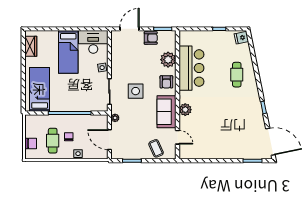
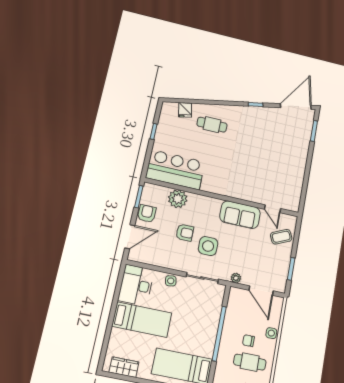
door: (130, 29) -> (130, 237), swing flipped
fridge: (241, 38) -> (185, 110), moved
bar counter: (191, 68) -> (175, 170), moved
armchair: (166, 82) -> (185, 233), moved
plant: (185, 110) -> (242, 192), removed
door: (177, 137) -> (273, 209), swing flipped
door: (109, 140) -> (261, 291), hinge flipped

